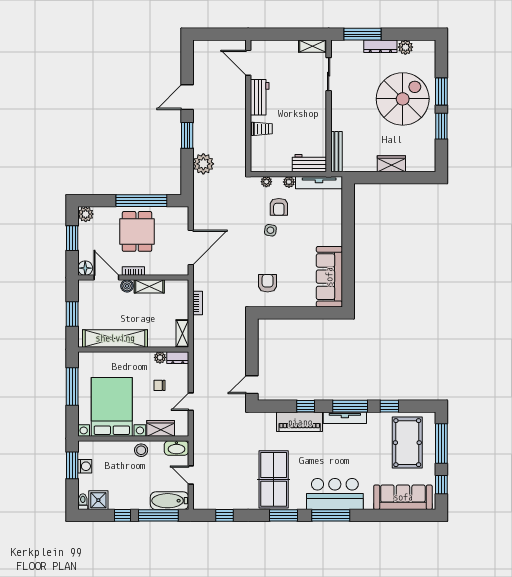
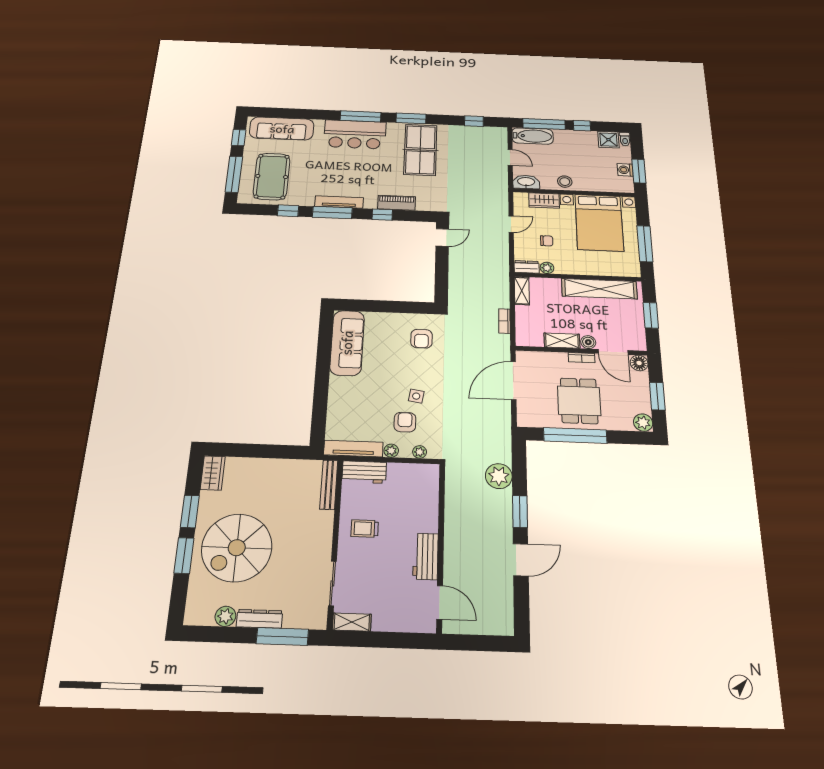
trolley: (262, 129) -> (365, 528), moved
wardrobe: (391, 164) -> (213, 473), moved, turned -90
piano: (300, 422) -> (397, 203), width x0.73, depth x0.75

